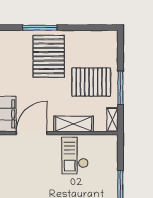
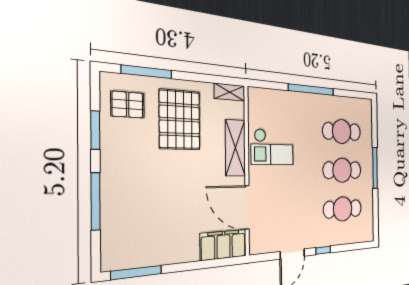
window: (82, 28) -> (95, 130), added
pallet: (49, 56) -> (128, 105), moved, width x0.49, depth x0.50
window: (120, 88) -> (147, 72), moved

